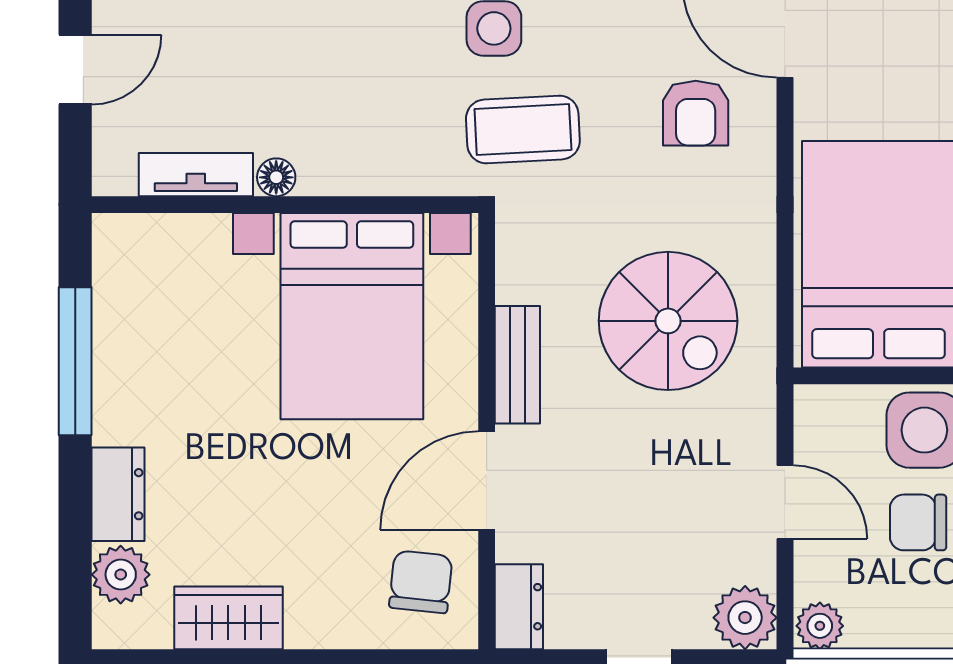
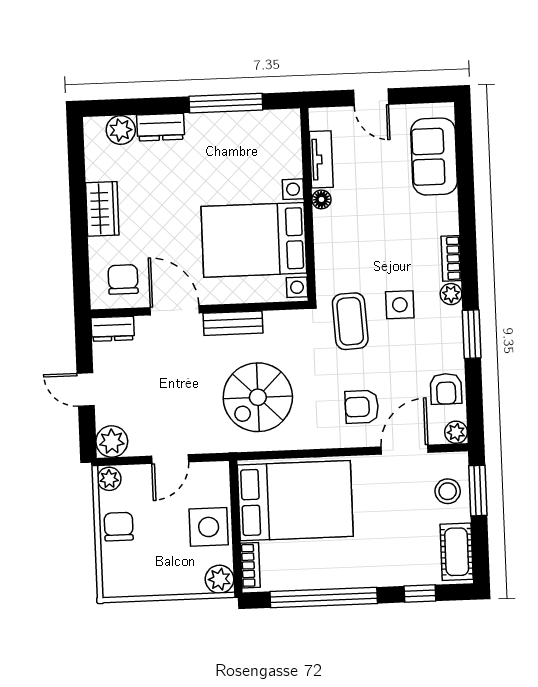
chair: (918, 522) -> (119, 527), moved
chair: (421, 582) -> (123, 279), turned -96
wardrobe: (228, 618) -> (102, 209), moved

